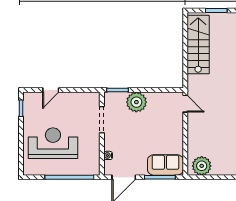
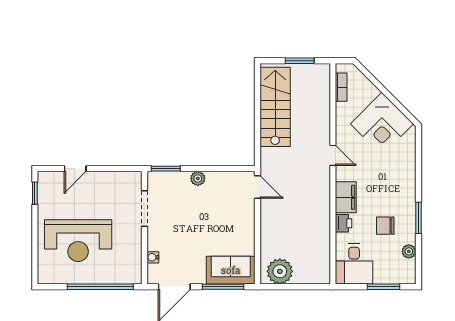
plant: (136, 102) -> (198, 178), width x0.53, depth x0.53
reception desk: (53, 143) -> (78, 241), turned 180

